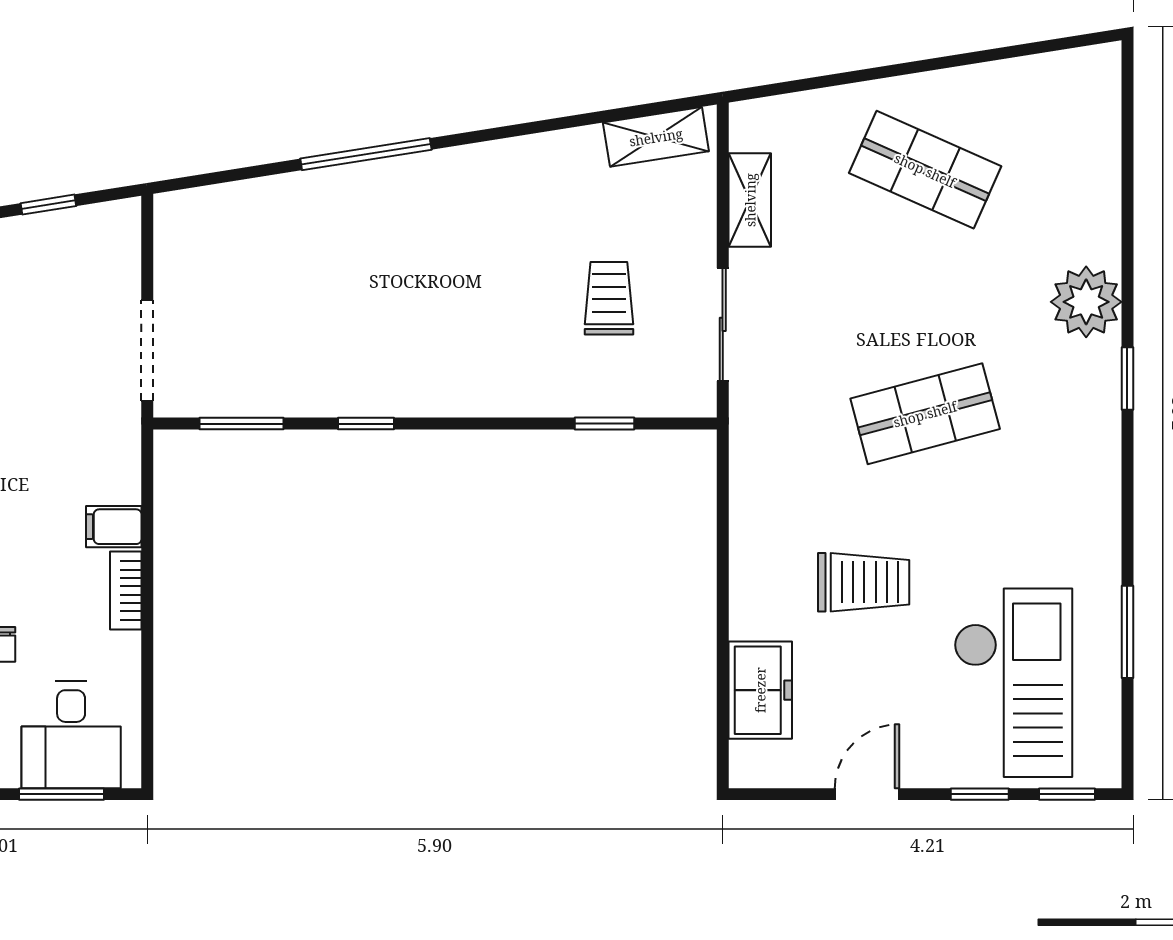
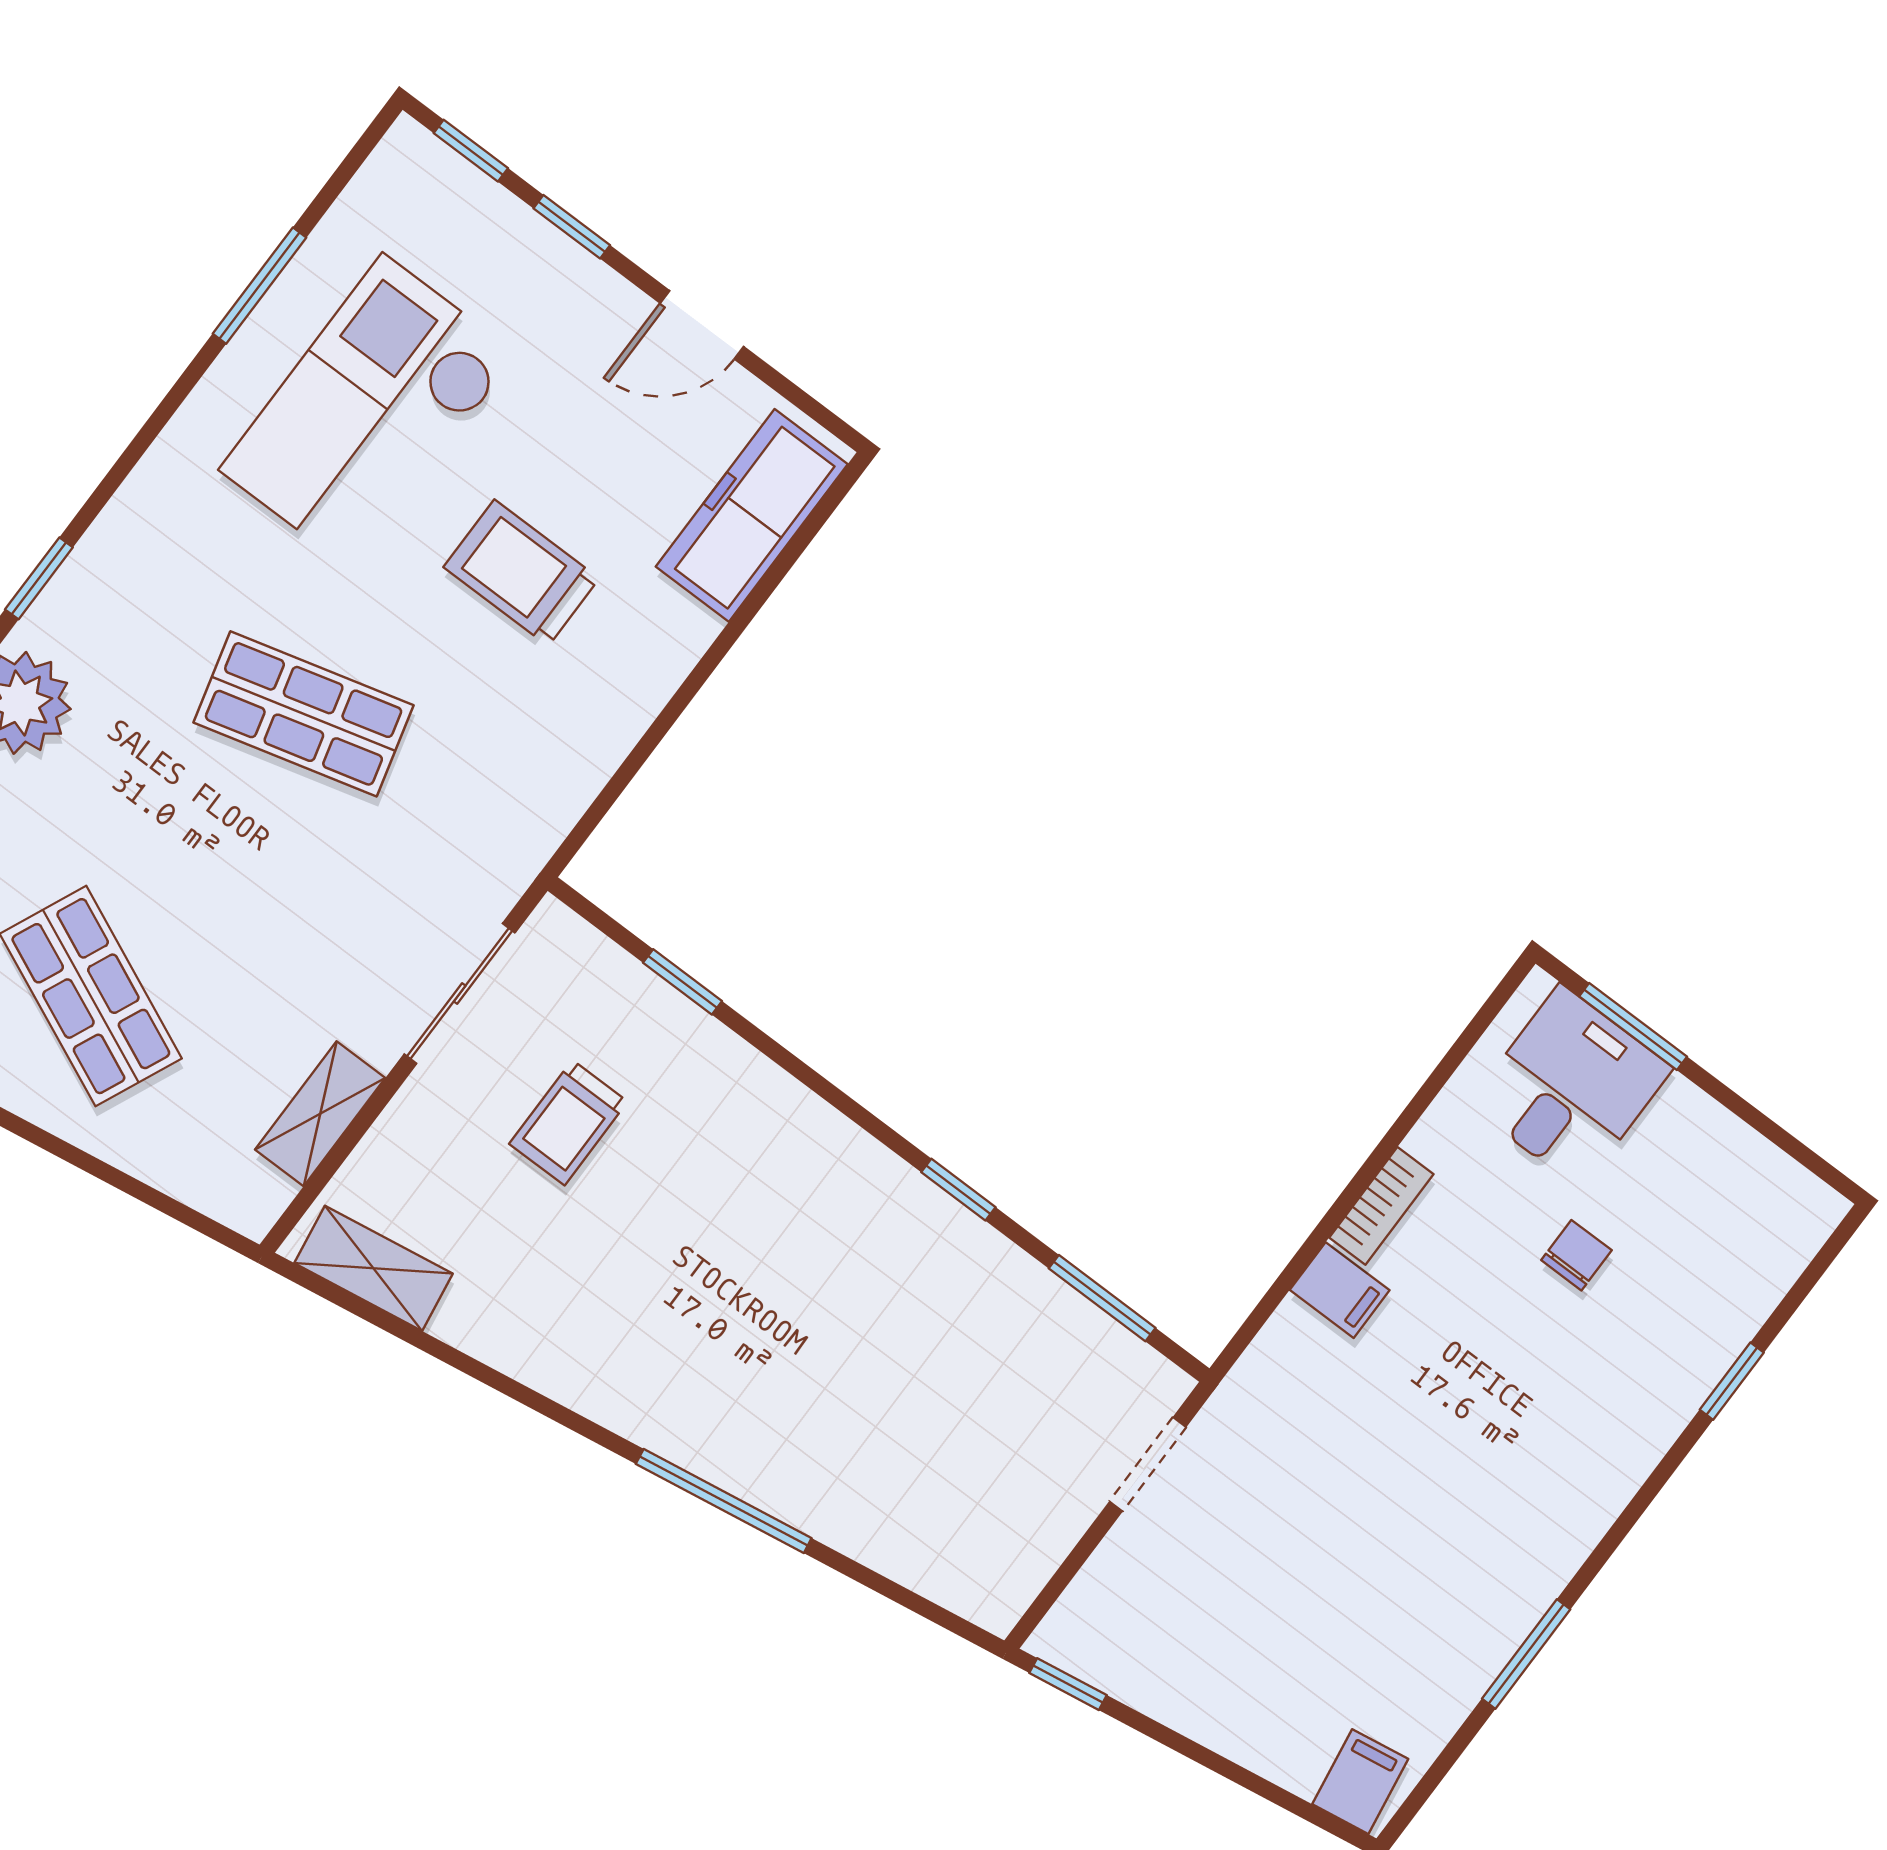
window: (48, 205) -> (1068, 1684), moved
doorway: (147, 351) -> (1148, 1464), width x0.73
checkout: (1013, 683) -> (368, 412), moved
freezer: (760, 690) -> (752, 515), width x1.40

